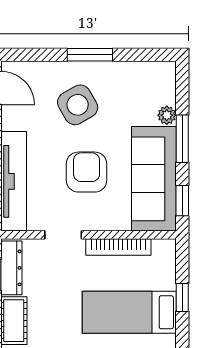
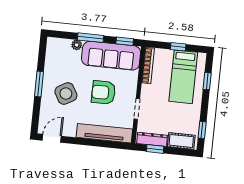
bookcase: (118, 247) -> (148, 66), moved

